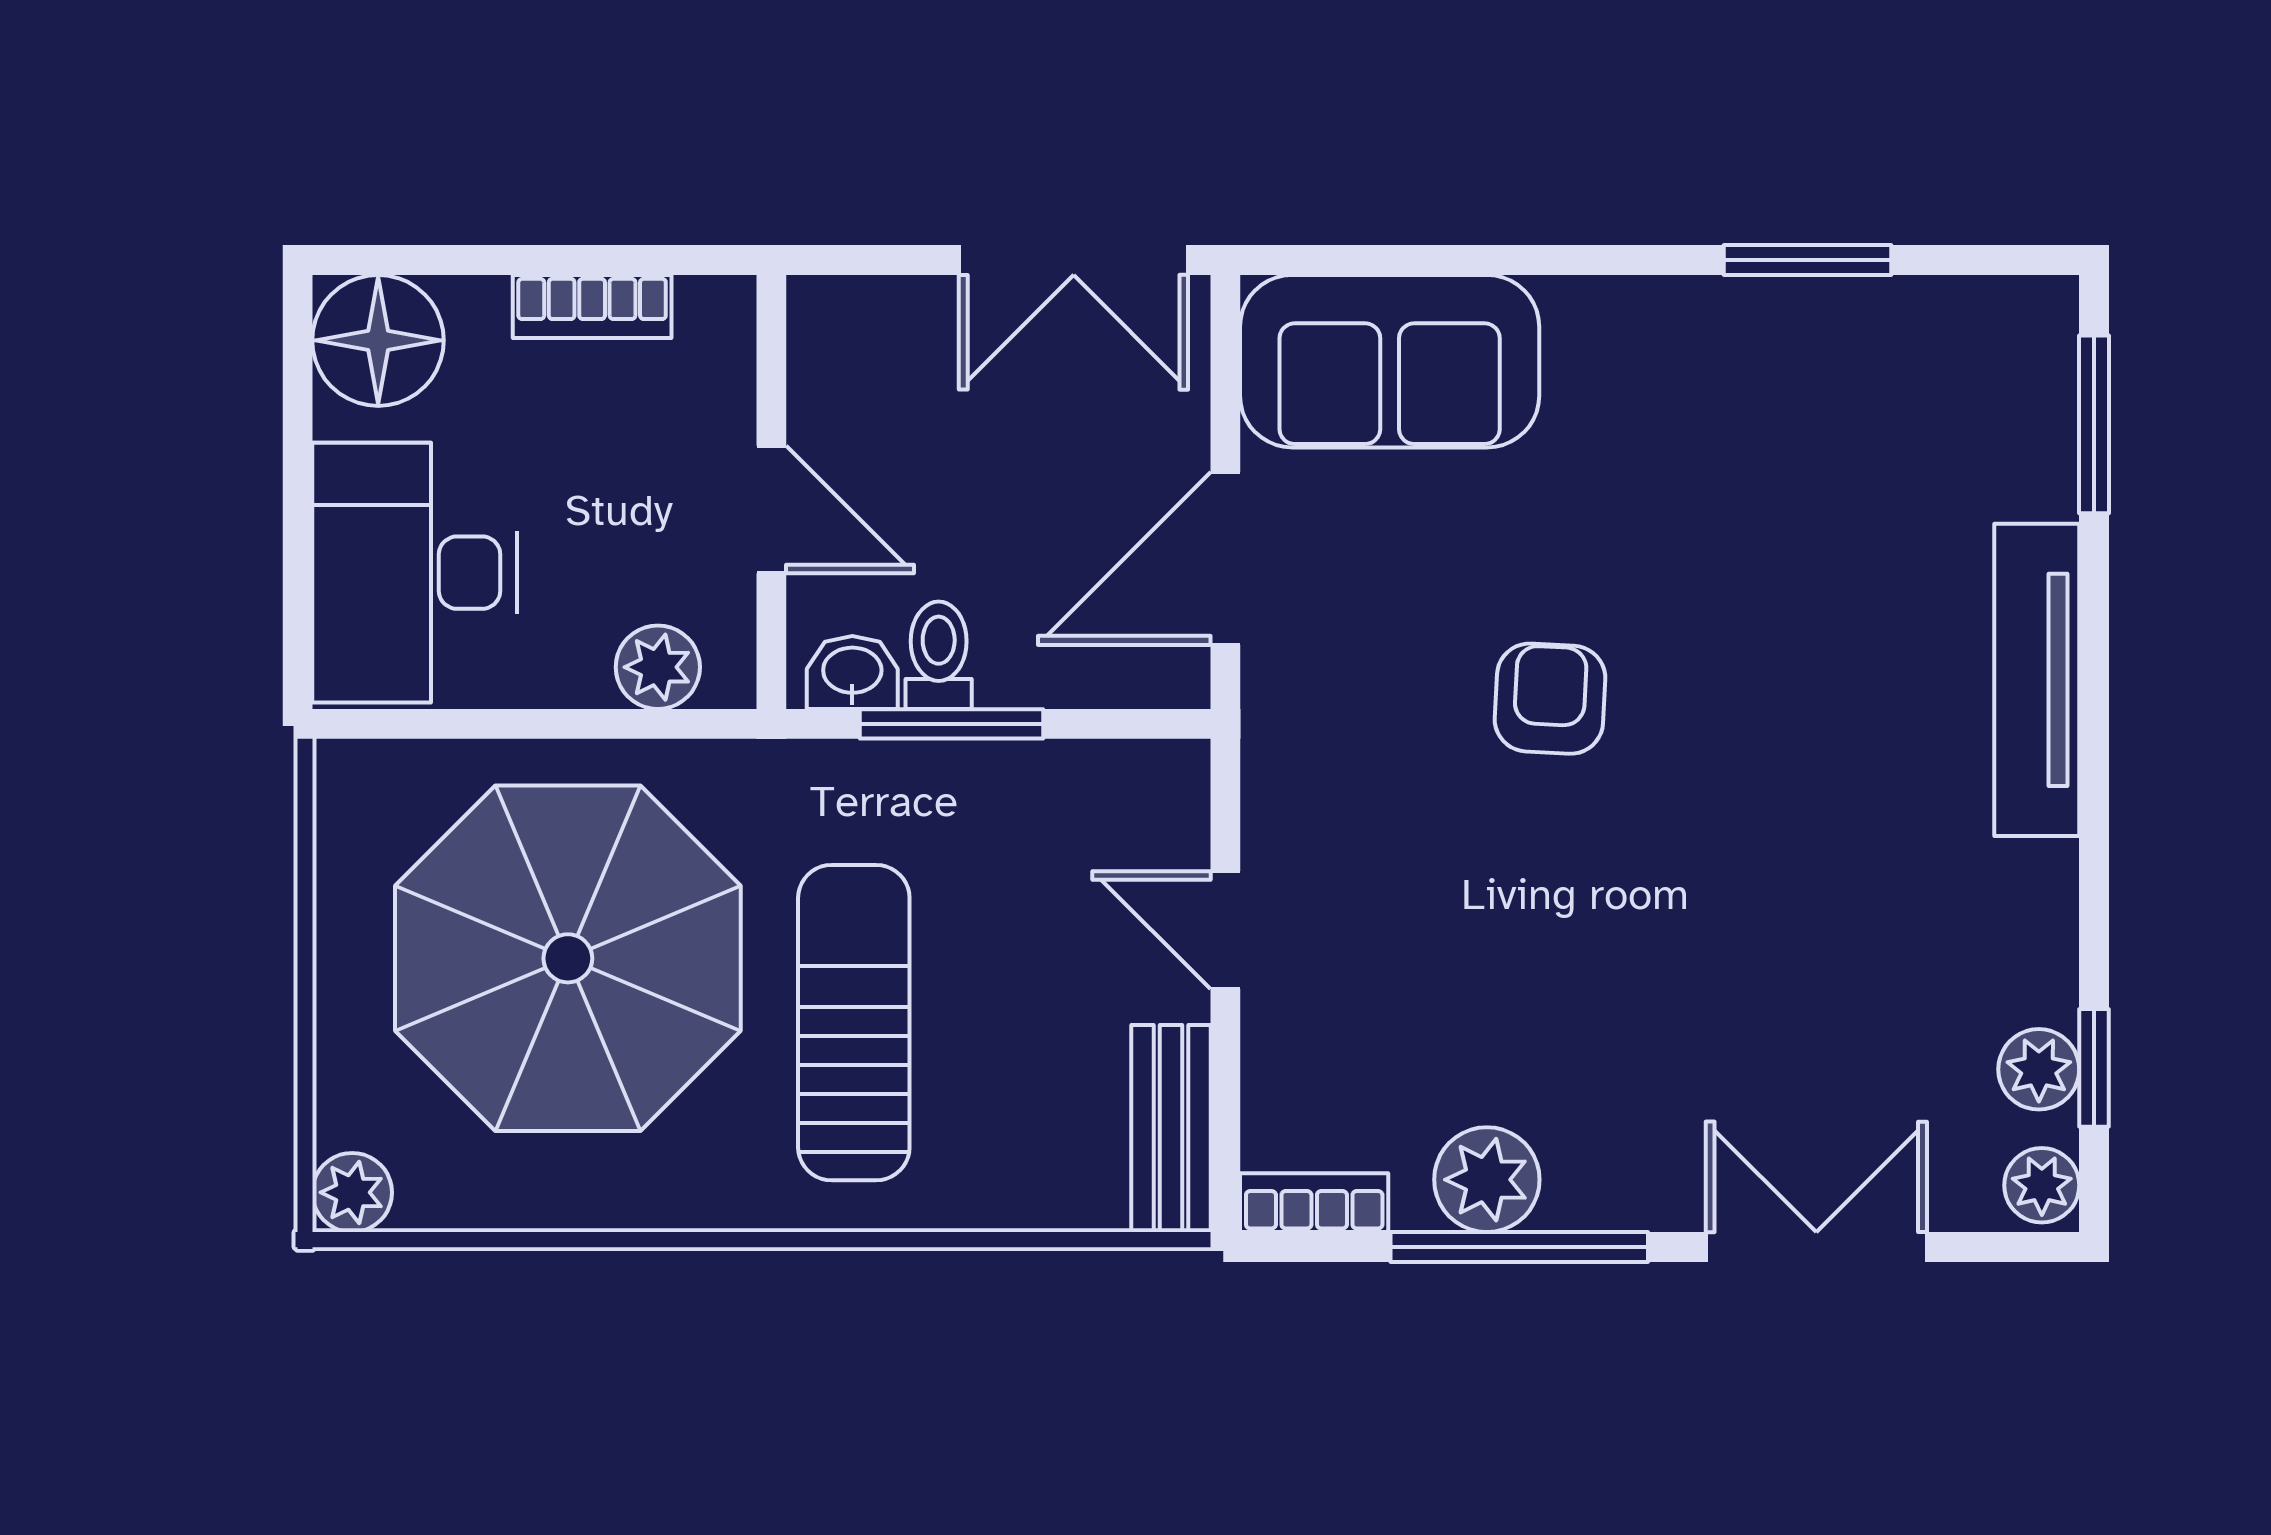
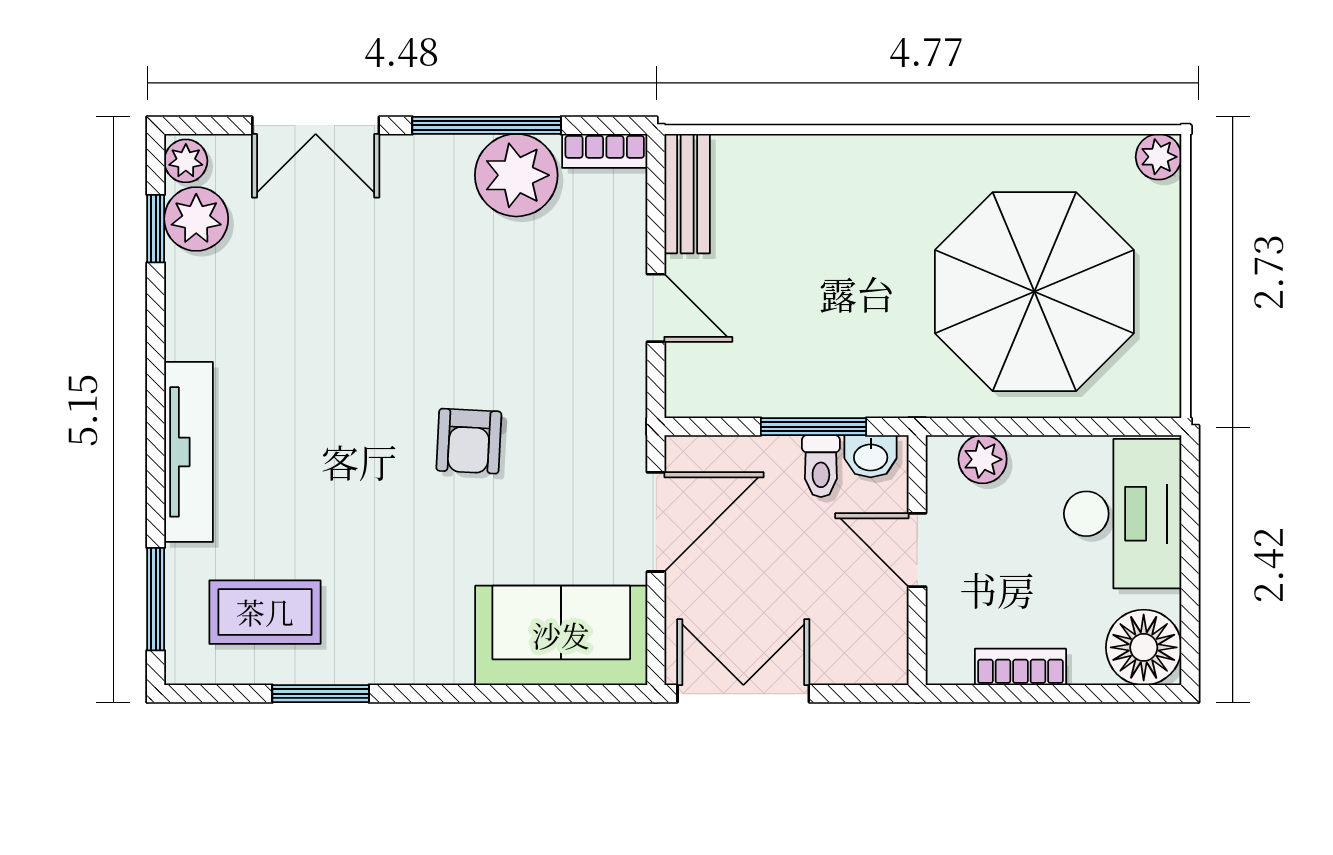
coffee table: (1904, 402) -> (265, 612), added
sun lounger: (854, 1023) -> (870, 255), removed
plant: (2039, 1069) -> (196, 219), width x1.38, depth x1.38
plant: (1487, 1180) -> (516, 175), width x1.36, depth x1.36

